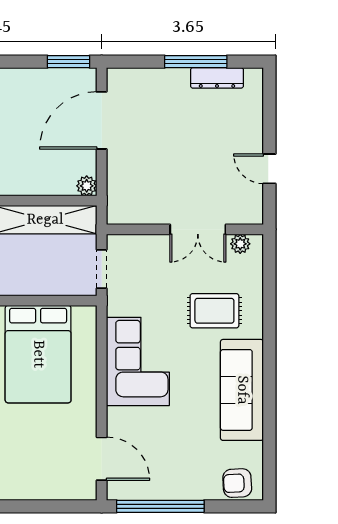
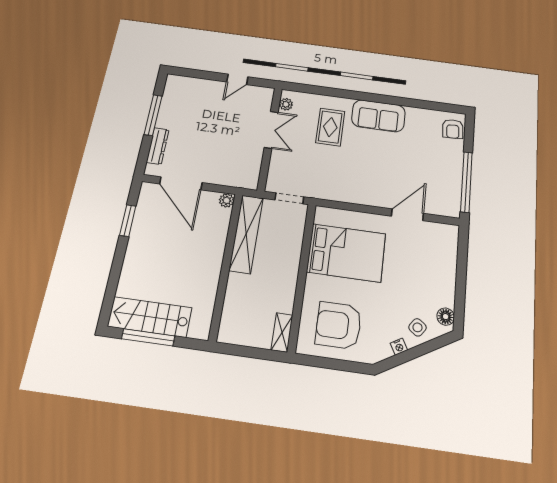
window: (68, 62) -> (128, 221), moved
dresser: (217, 78) -> (158, 146), moved
corner sofa: (138, 361) -> (360, 183), removed
sofa: (242, 390) -> (378, 116), width x0.73
door: (102, 459) -> (407, 215), moved

